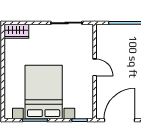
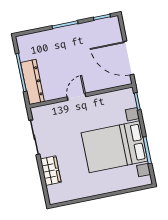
wardrobe: (16, 31) -> (51, 171), moved
dresser: (115, 31) -> (33, 82), added

